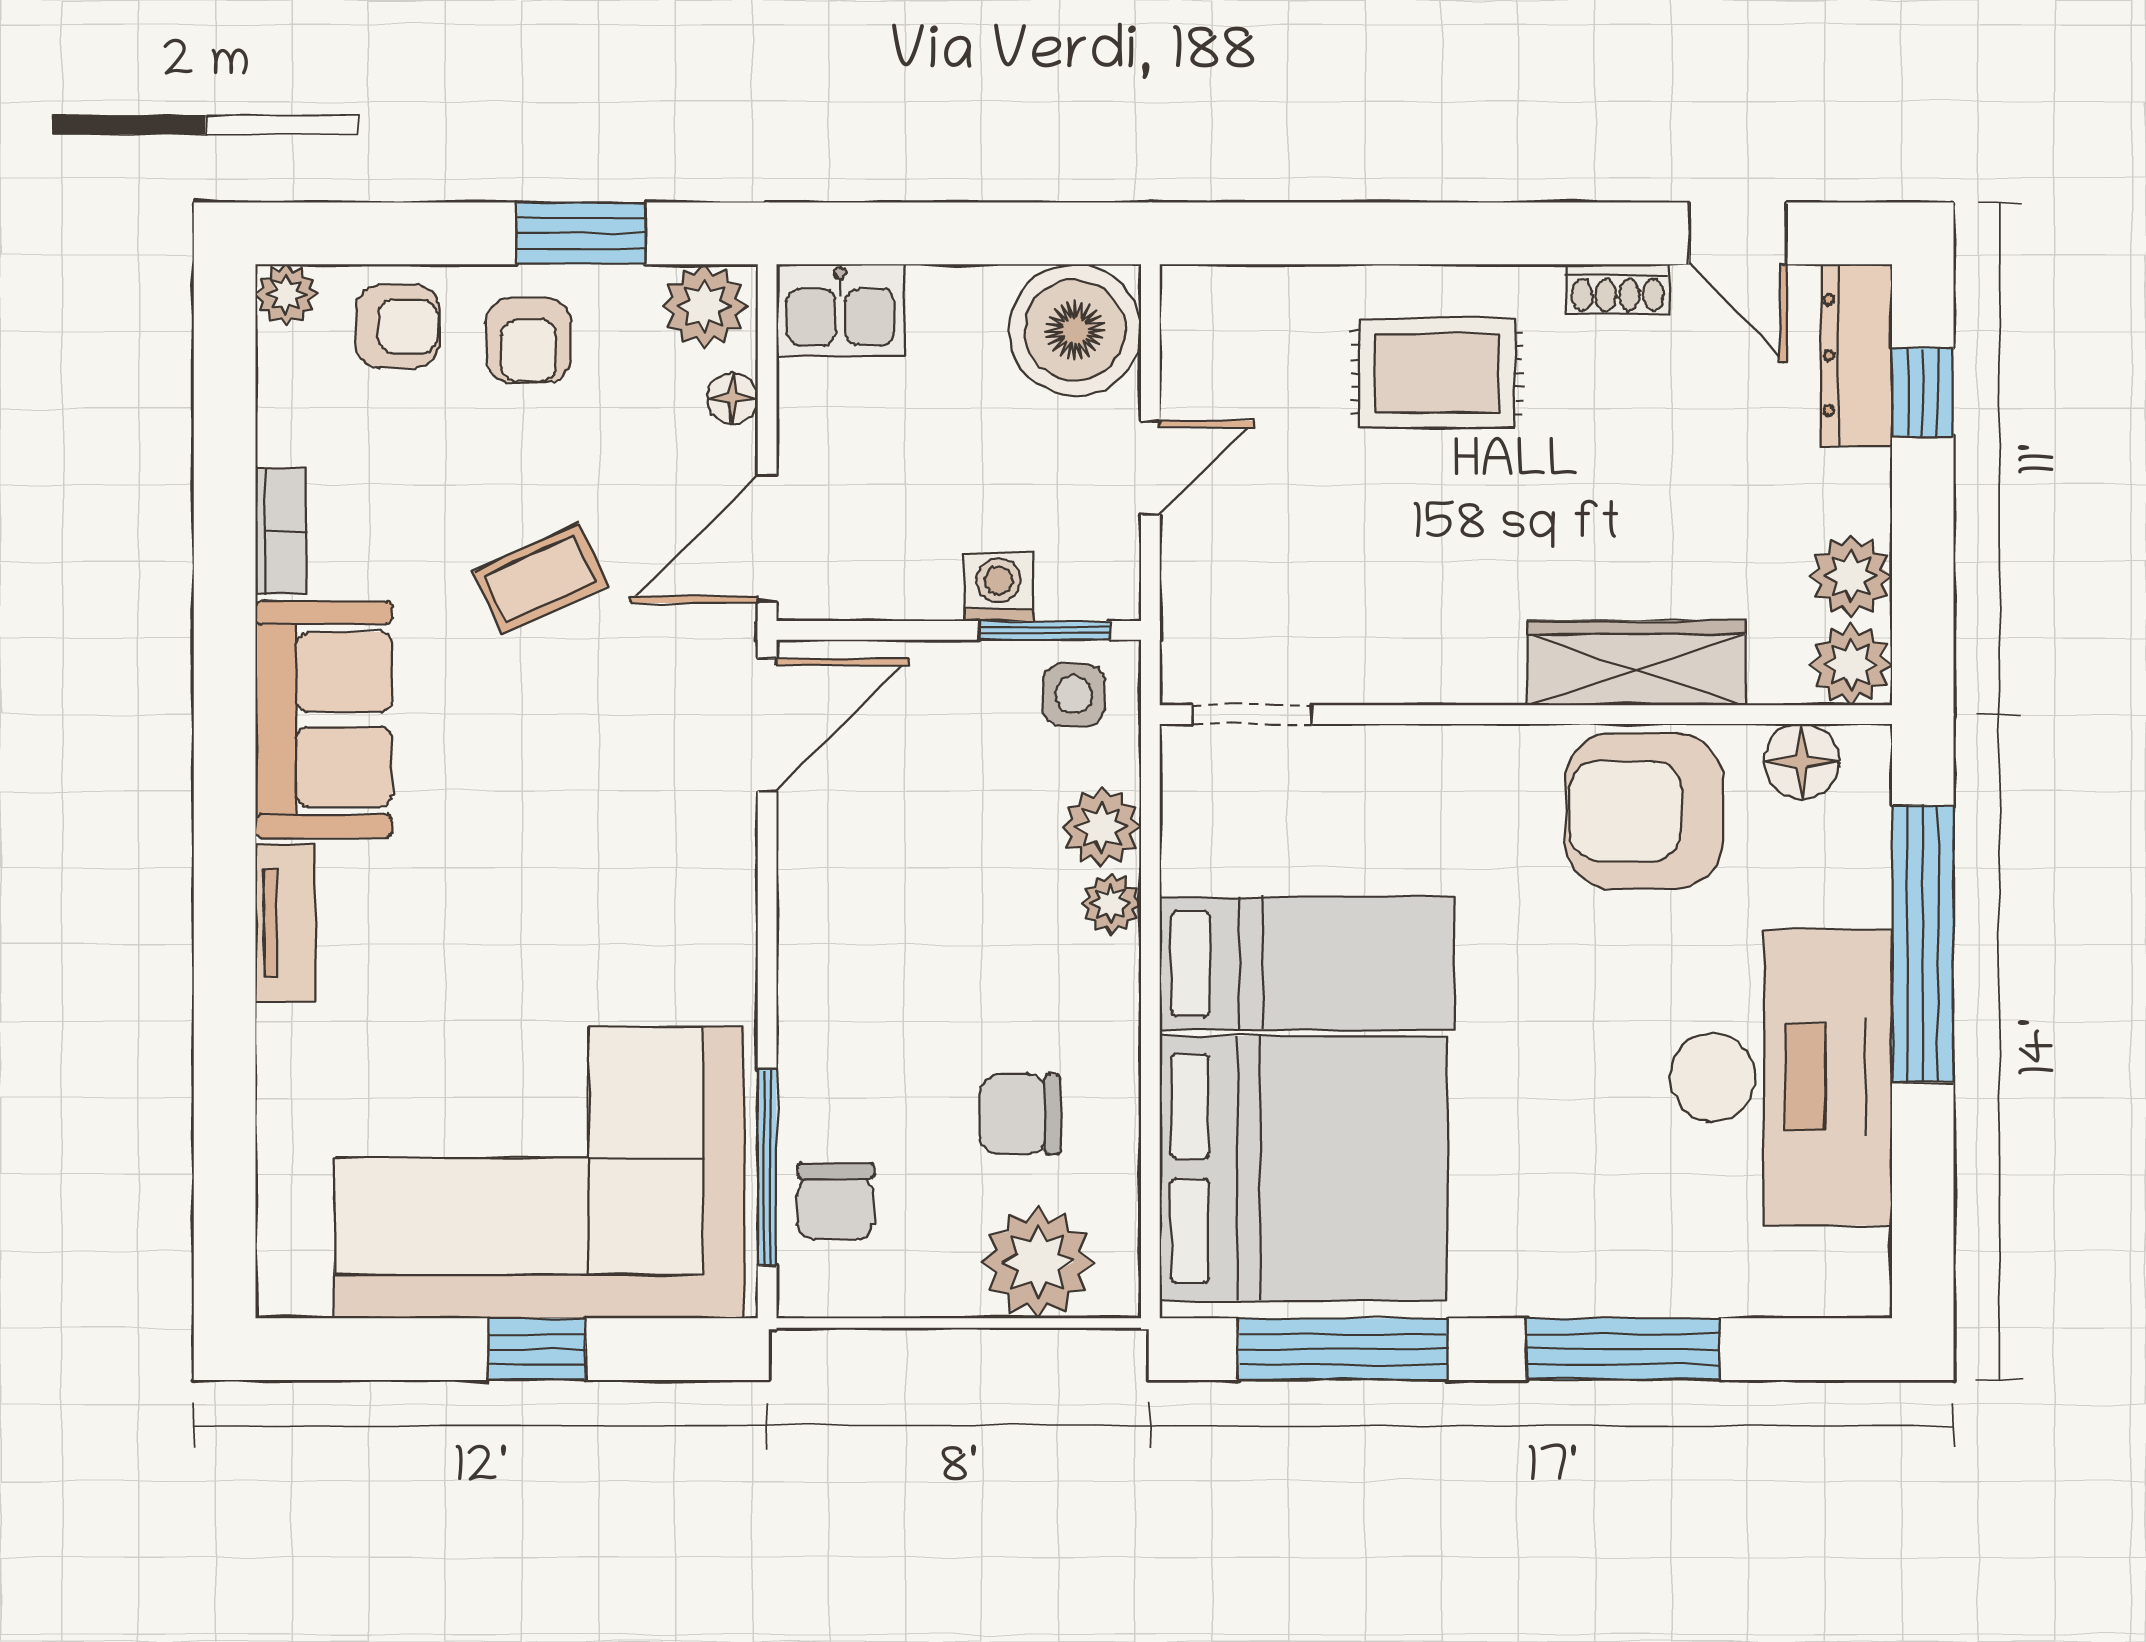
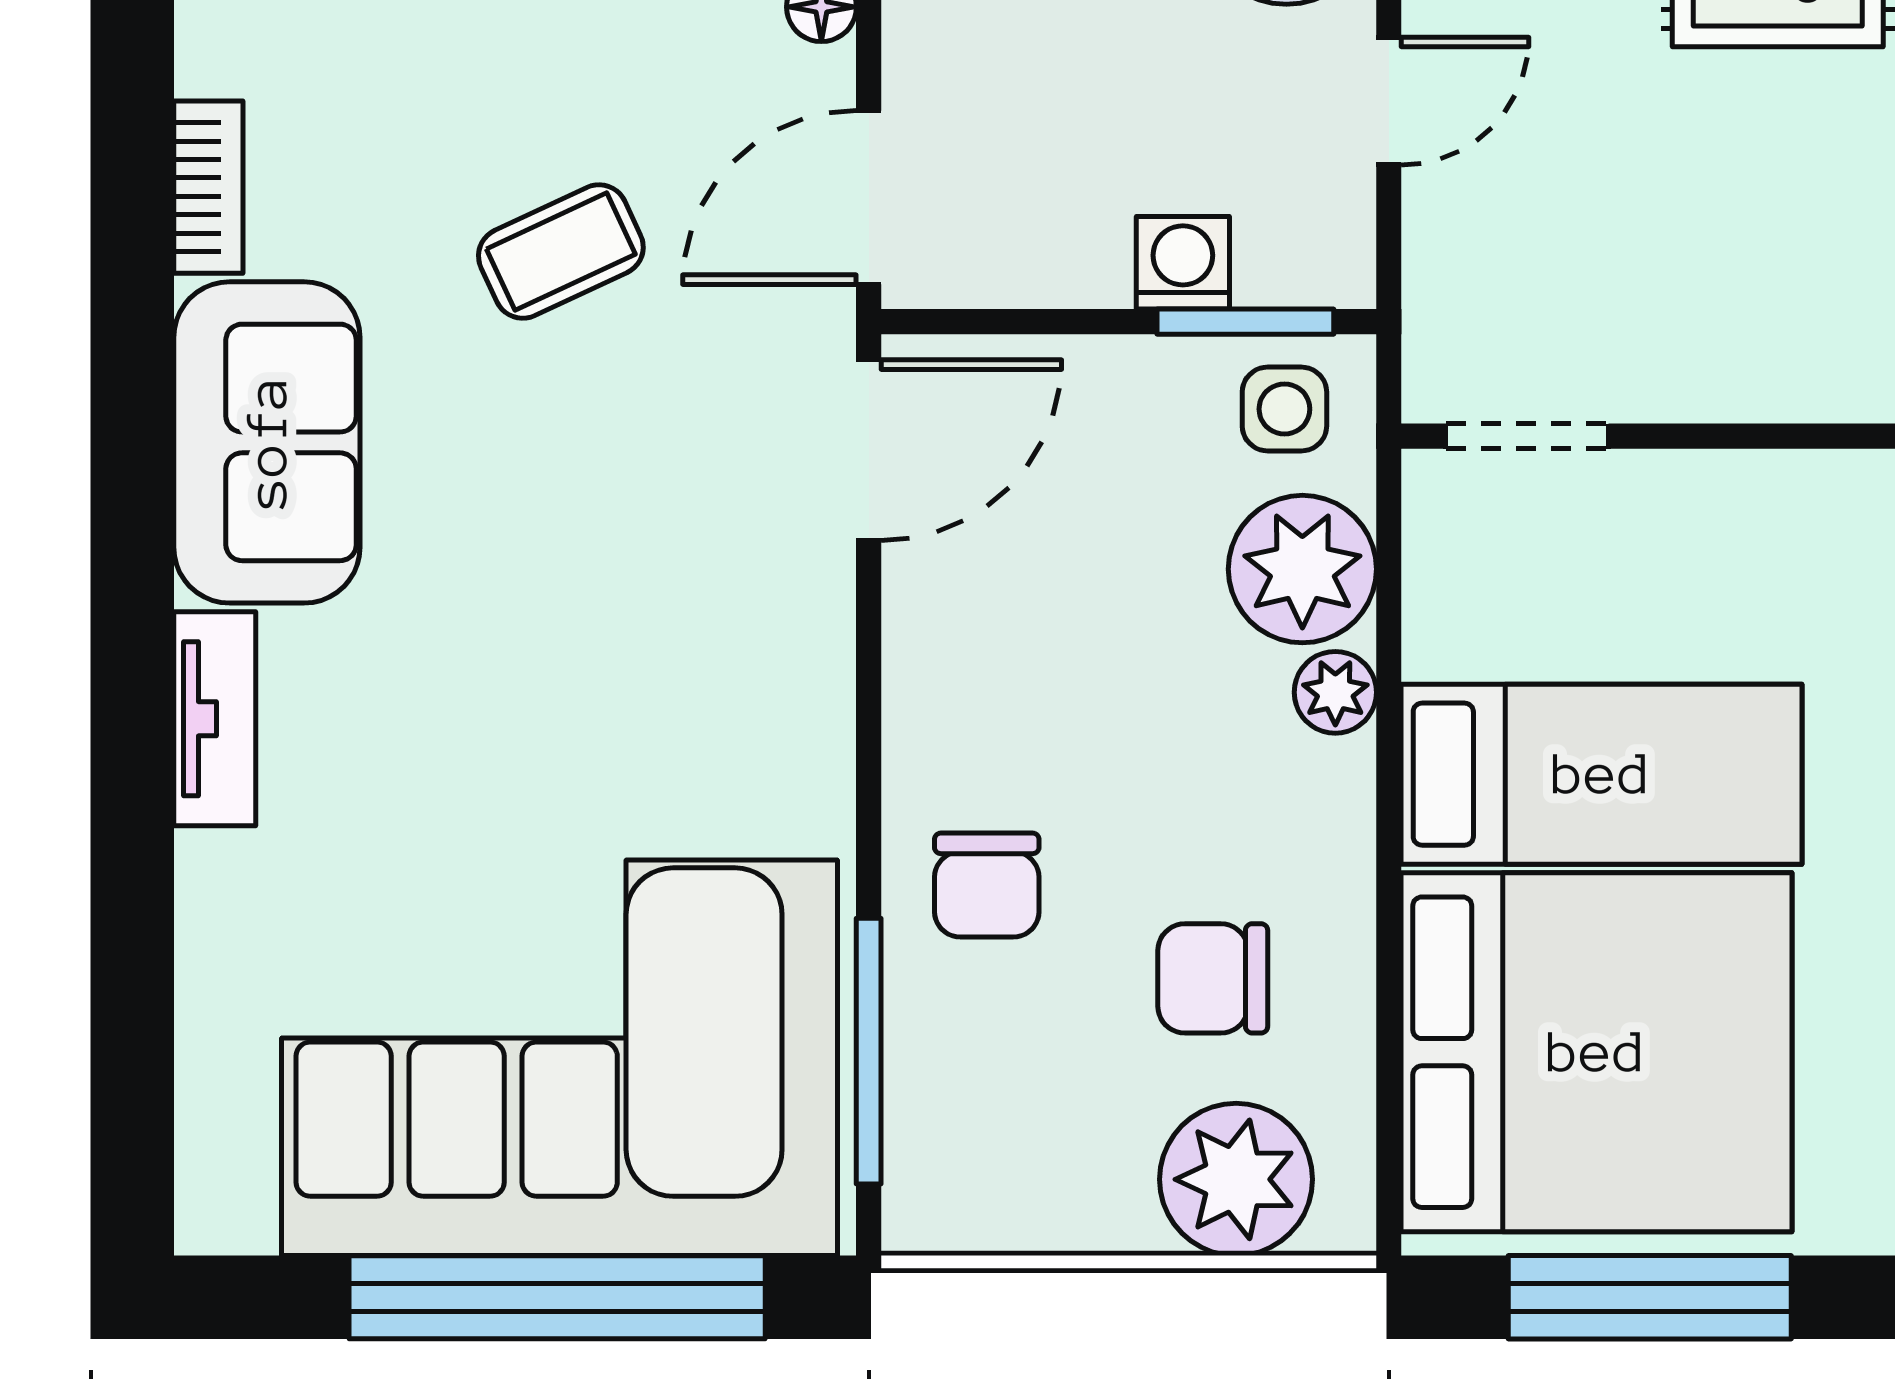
plant: (1101, 827) -> (1302, 569), width x1.36, depth x1.36
chair: (836, 1201) -> (987, 885), moved
window: (538, 1349) -> (557, 1297), width x3.17

